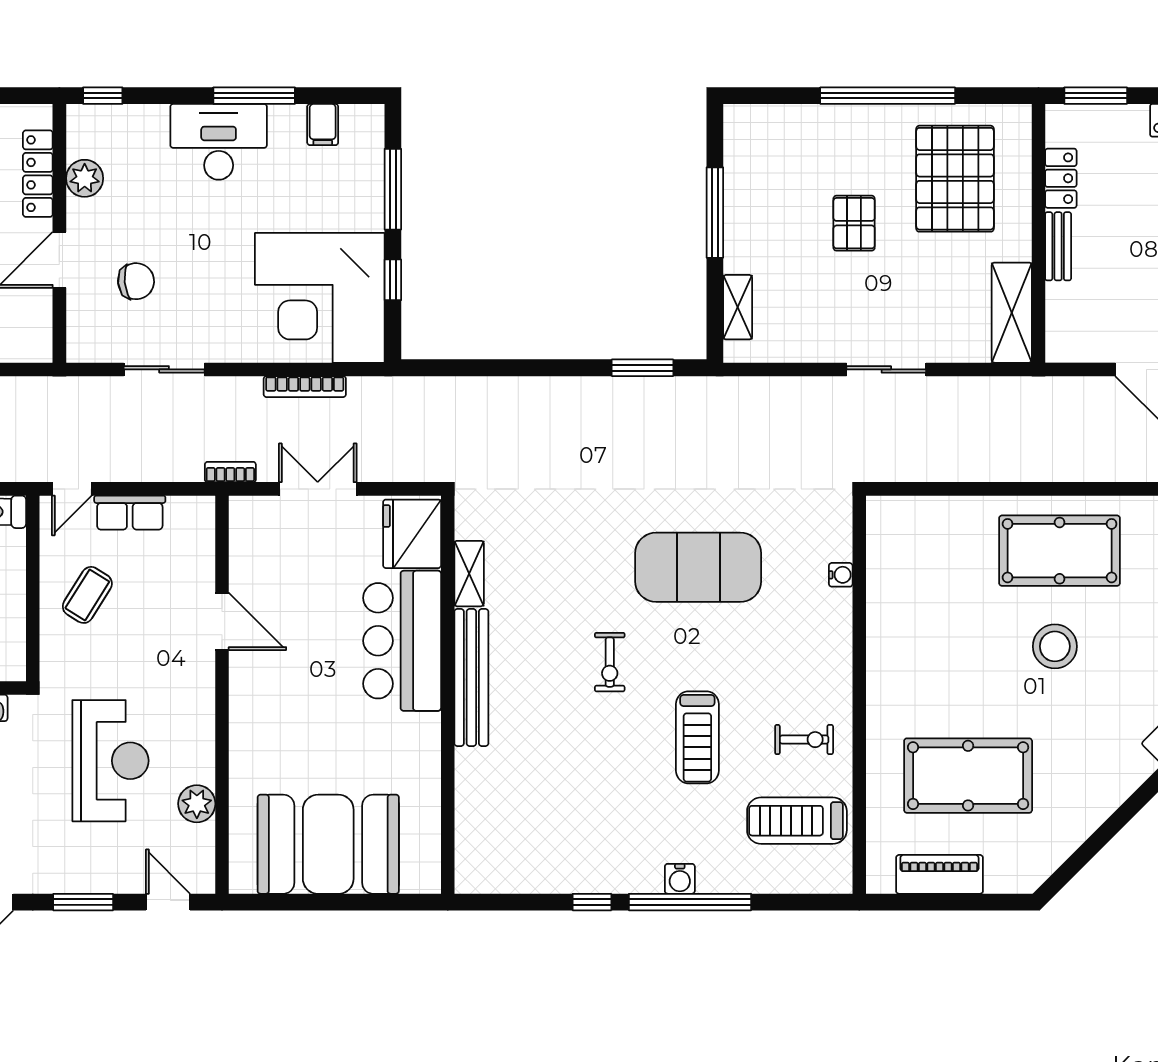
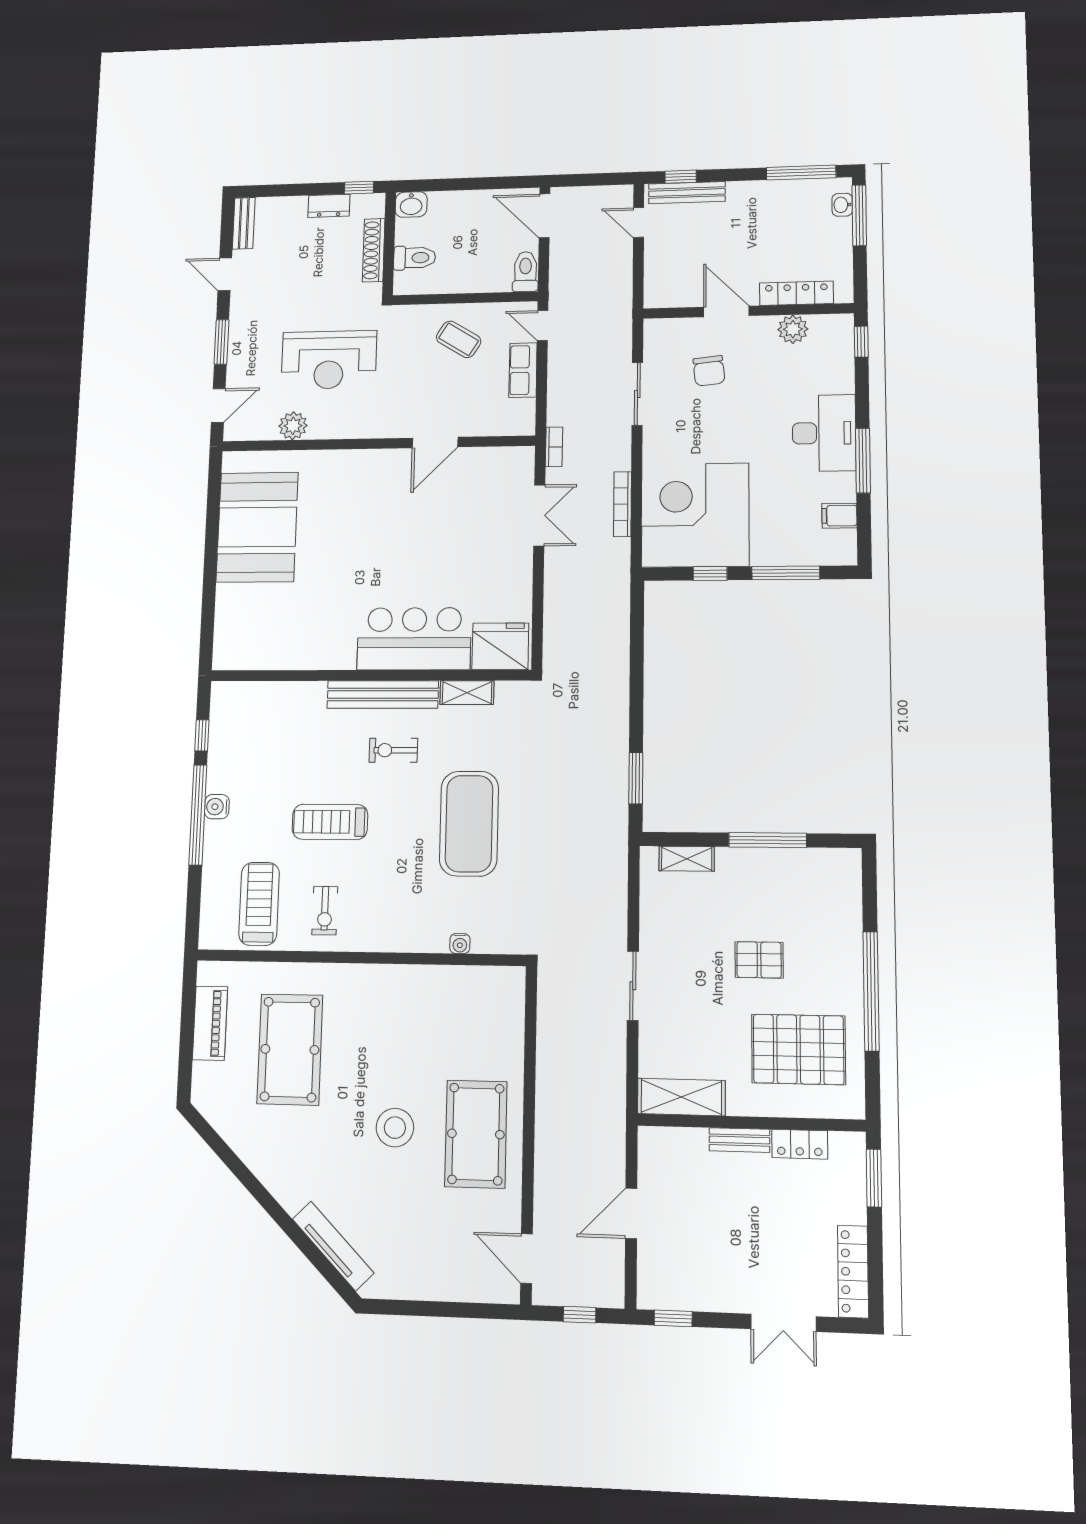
fridge: (412, 534) -> (500, 646), moved
shelving: (469, 574) -> (467, 693), moved
bar counter: (402, 641) -> (414, 639), moved
bench: (471, 678) -> (383, 694), moved
wall: (448, 695) -> (370, 675), moved

